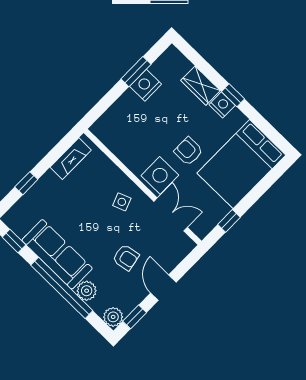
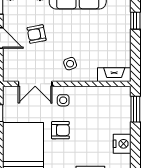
window: (136, 72) -> (135, 109), moved
fireplace: (71, 159) -> (114, 75), moved, turned 90
side table: (160, 175) -> (63, 100), width x0.54, depth x0.54

